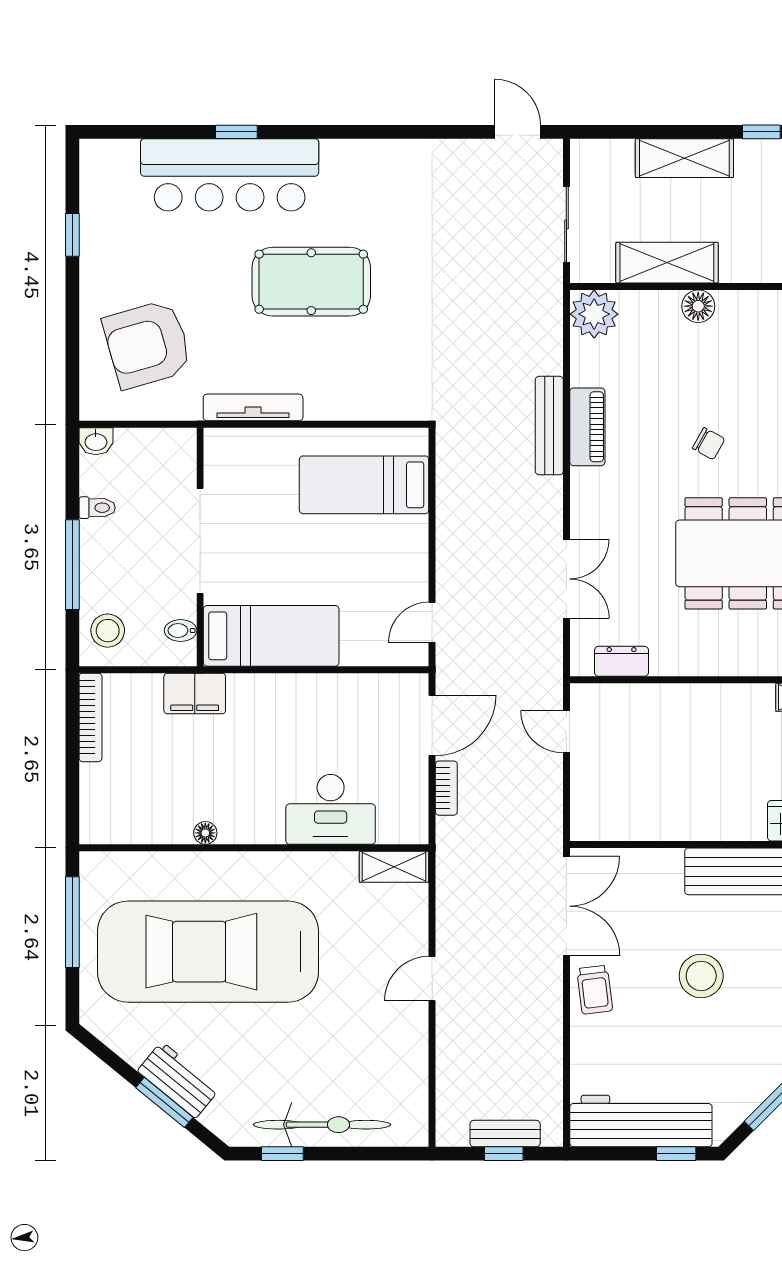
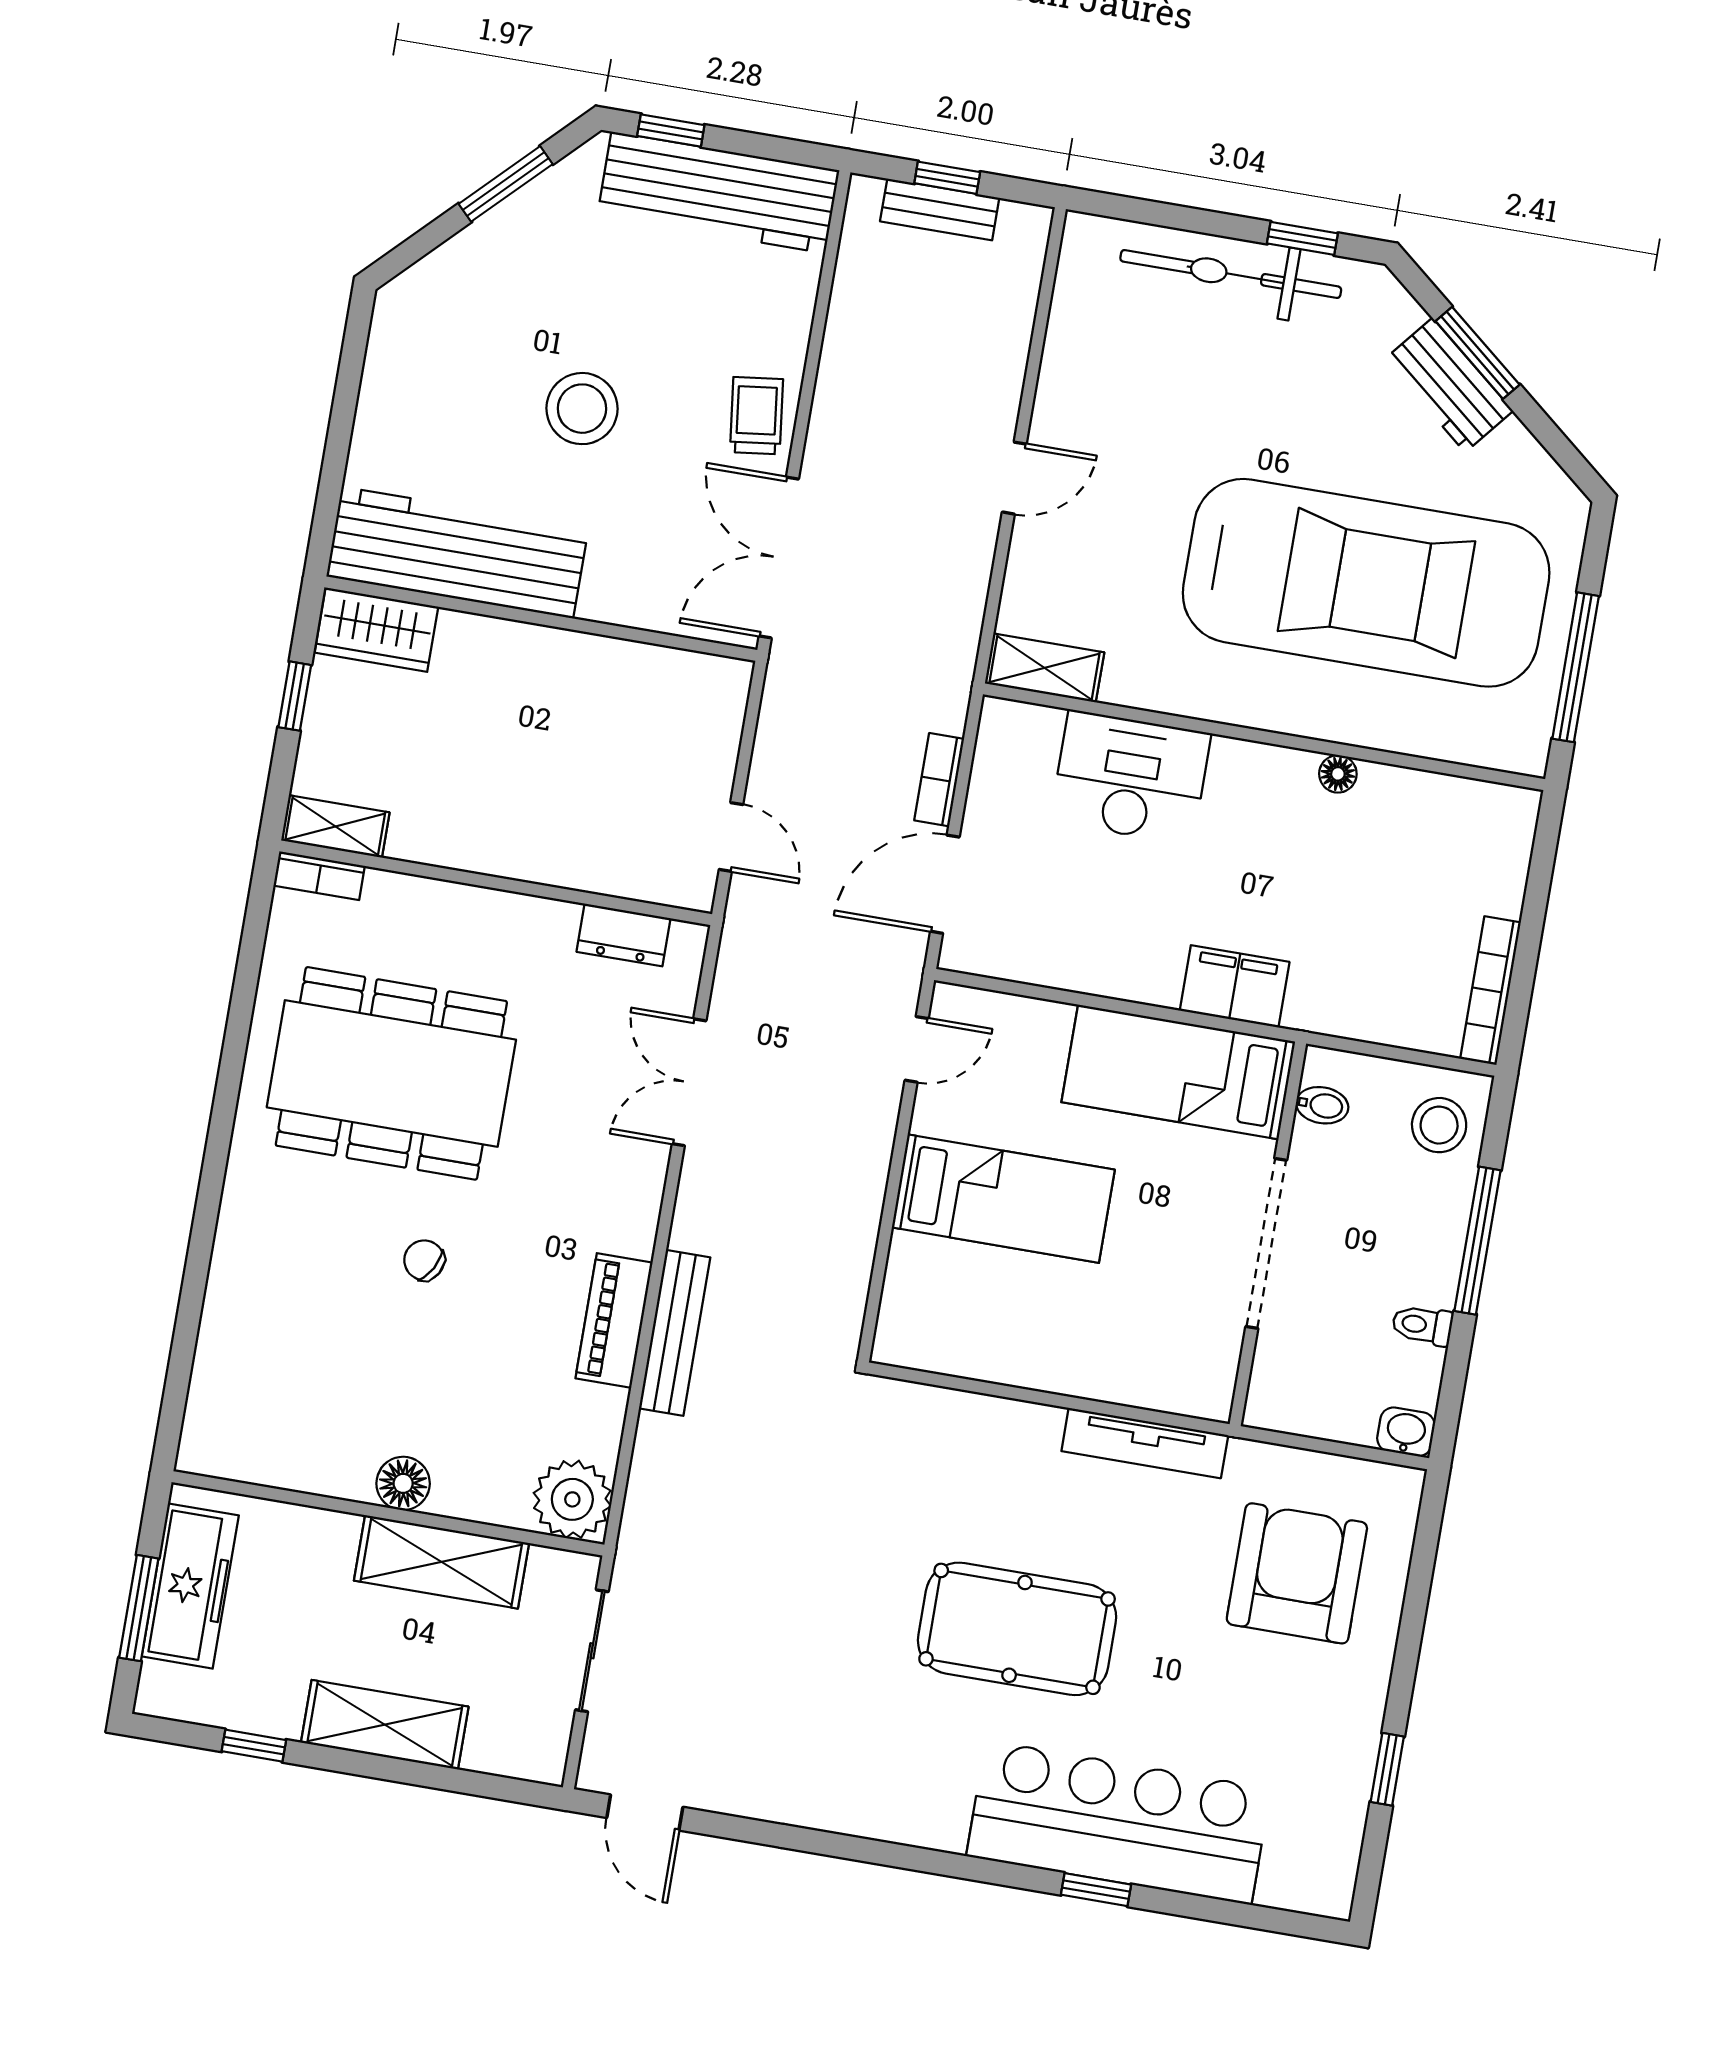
armchair: (147, 344) -> (1297, 1573), turned -74
bed: (364, 485) -> (1003, 1199), moved
filing cabinet: (195, 694) -> (1235, 986), moved

